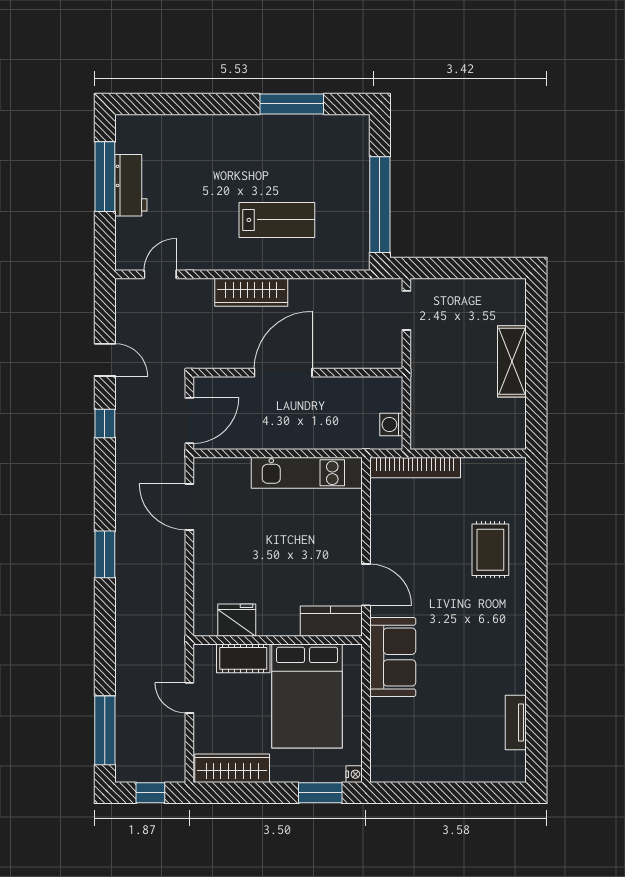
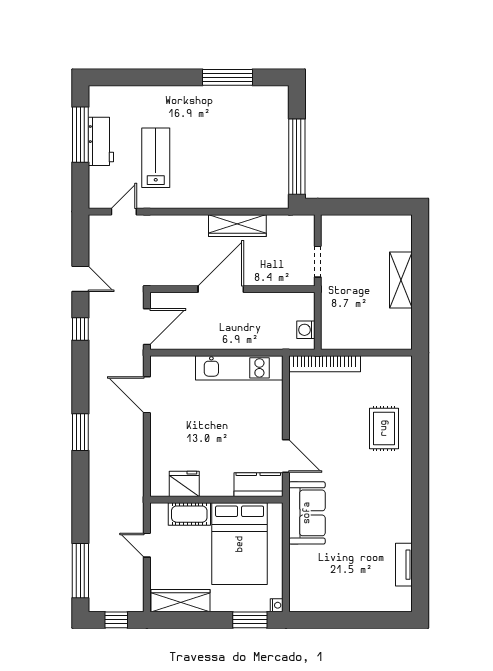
lab bench: (277, 220) -> (156, 158), moved, turned -90
wardrobe: (251, 292) -> (237, 226), moved
doorway: (406, 310) -> (318, 262), moved

